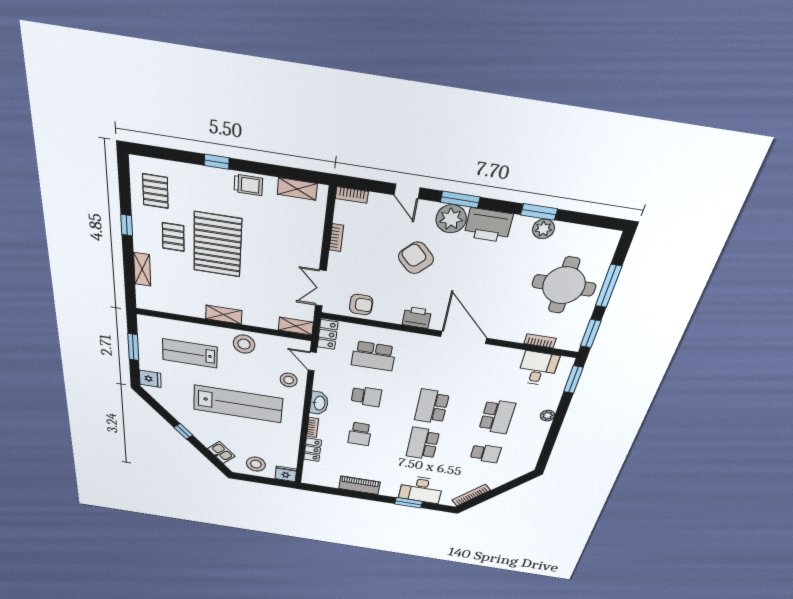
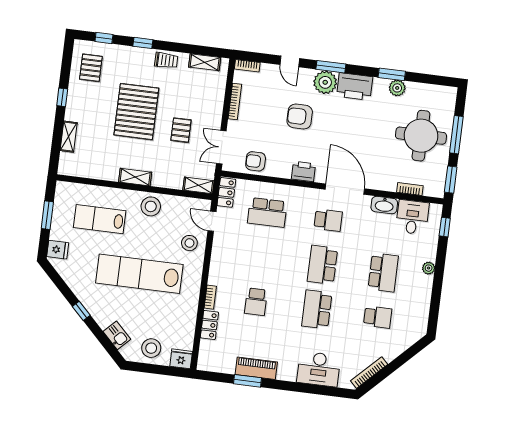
window: (166, 154) -> (104, 38), added
pallet: (173, 237) -> (181, 130), moved
bookcase: (336, 238) -> (235, 102), width x1.56
armchair: (416, 258) -> (300, 116), turned -45
armchair: (361, 305) -> (256, 161), turned 180
window: (573, 380) -> (445, 227), width x0.67
school desk: (366, 396) -> (328, 220), moved
washbasin: (319, 403) -> (384, 205), moved, turned 90
lab bench: (238, 404) -> (139, 274), turned 180
window: (409, 503) -> (247, 381), moved

